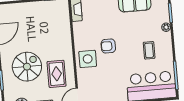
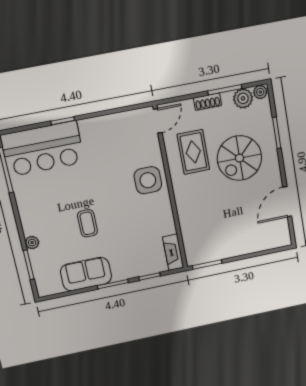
armchair: (108, 46) -> (118, 204), removed
coffee table: (149, 50) -> (87, 223), moved

